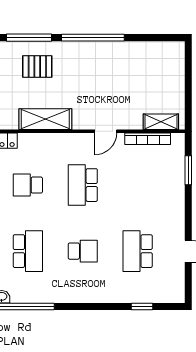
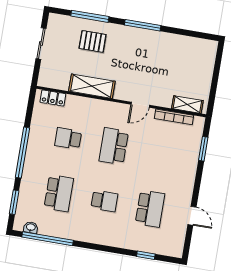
window: (93, 38) -> (143, 25), width x0.68
school desk: (138, 251) -> (150, 209), turned 180

